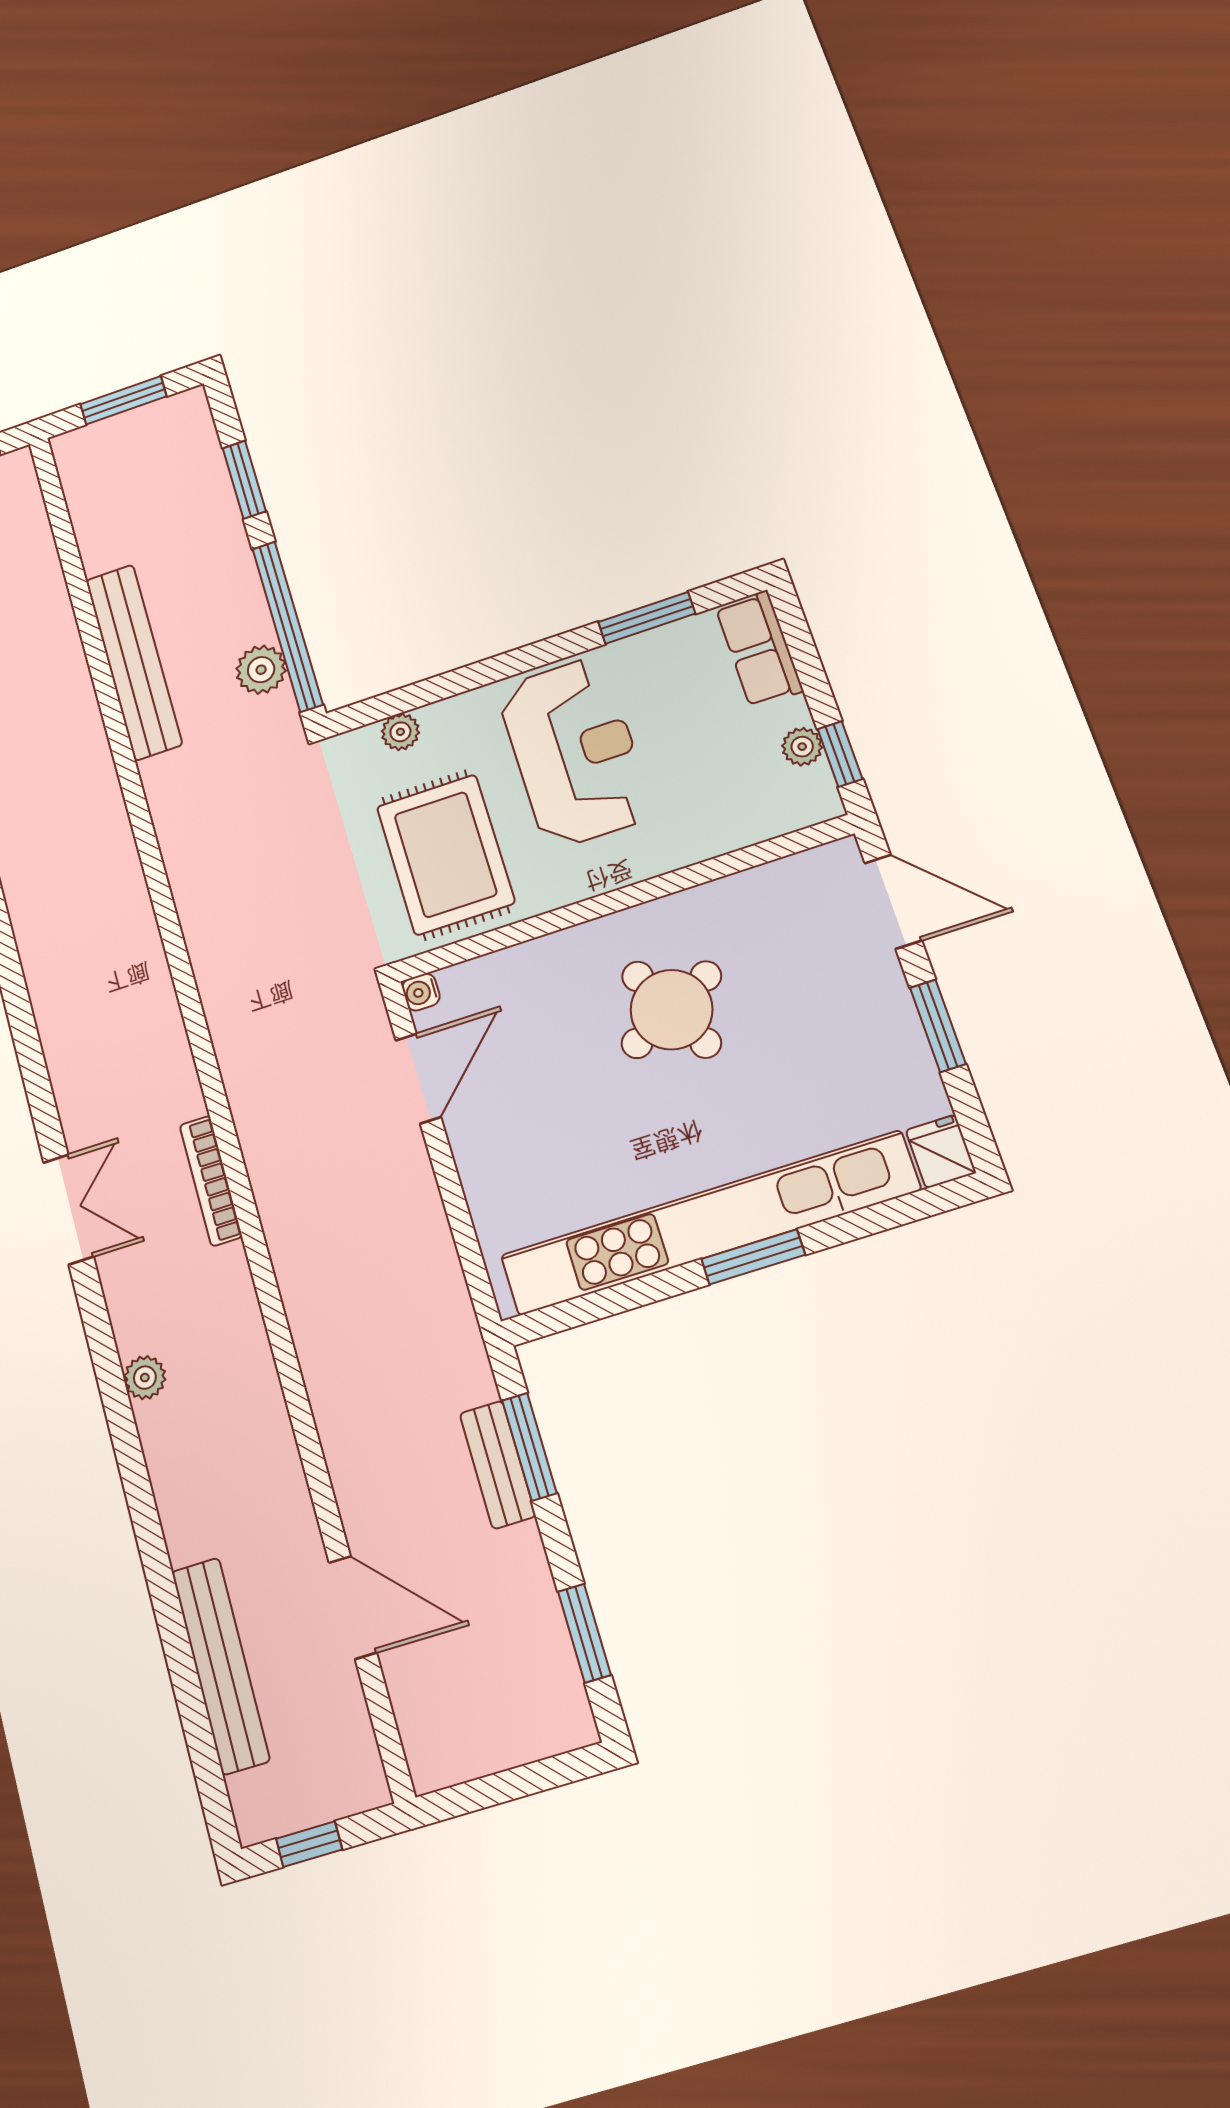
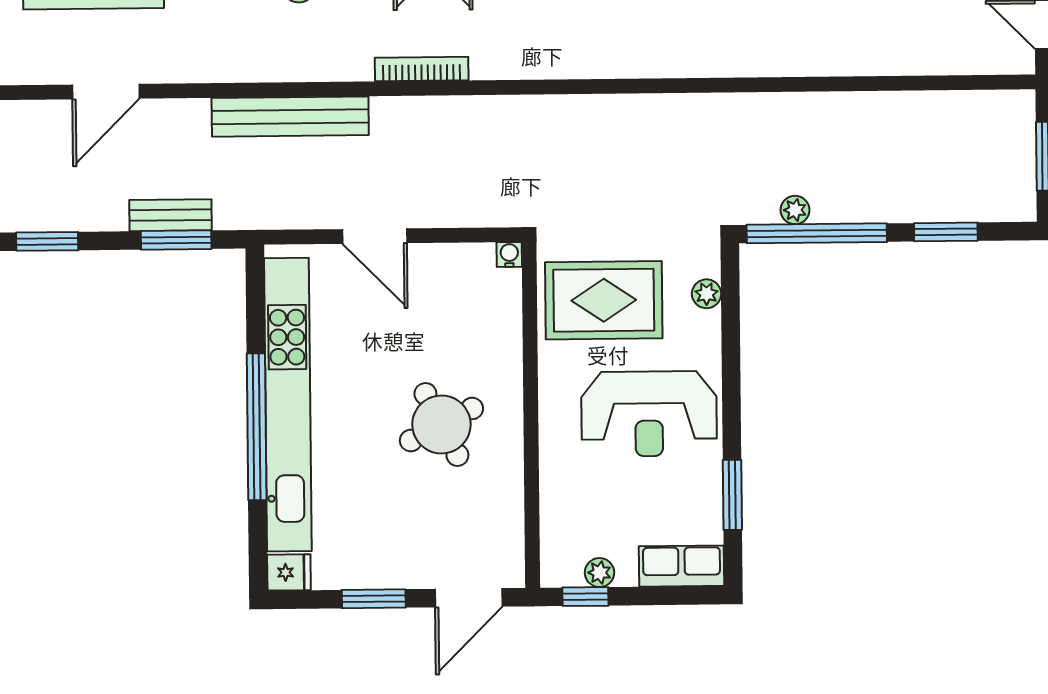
bench: (134, 662) -> (290, 117), moved
plant: (261, 670) -> (795, 210), width x0.73, depth x0.73
door: (418, 1079) -> (375, 236), moved
window: (753, 1257) -> (257, 427), width x2.11

